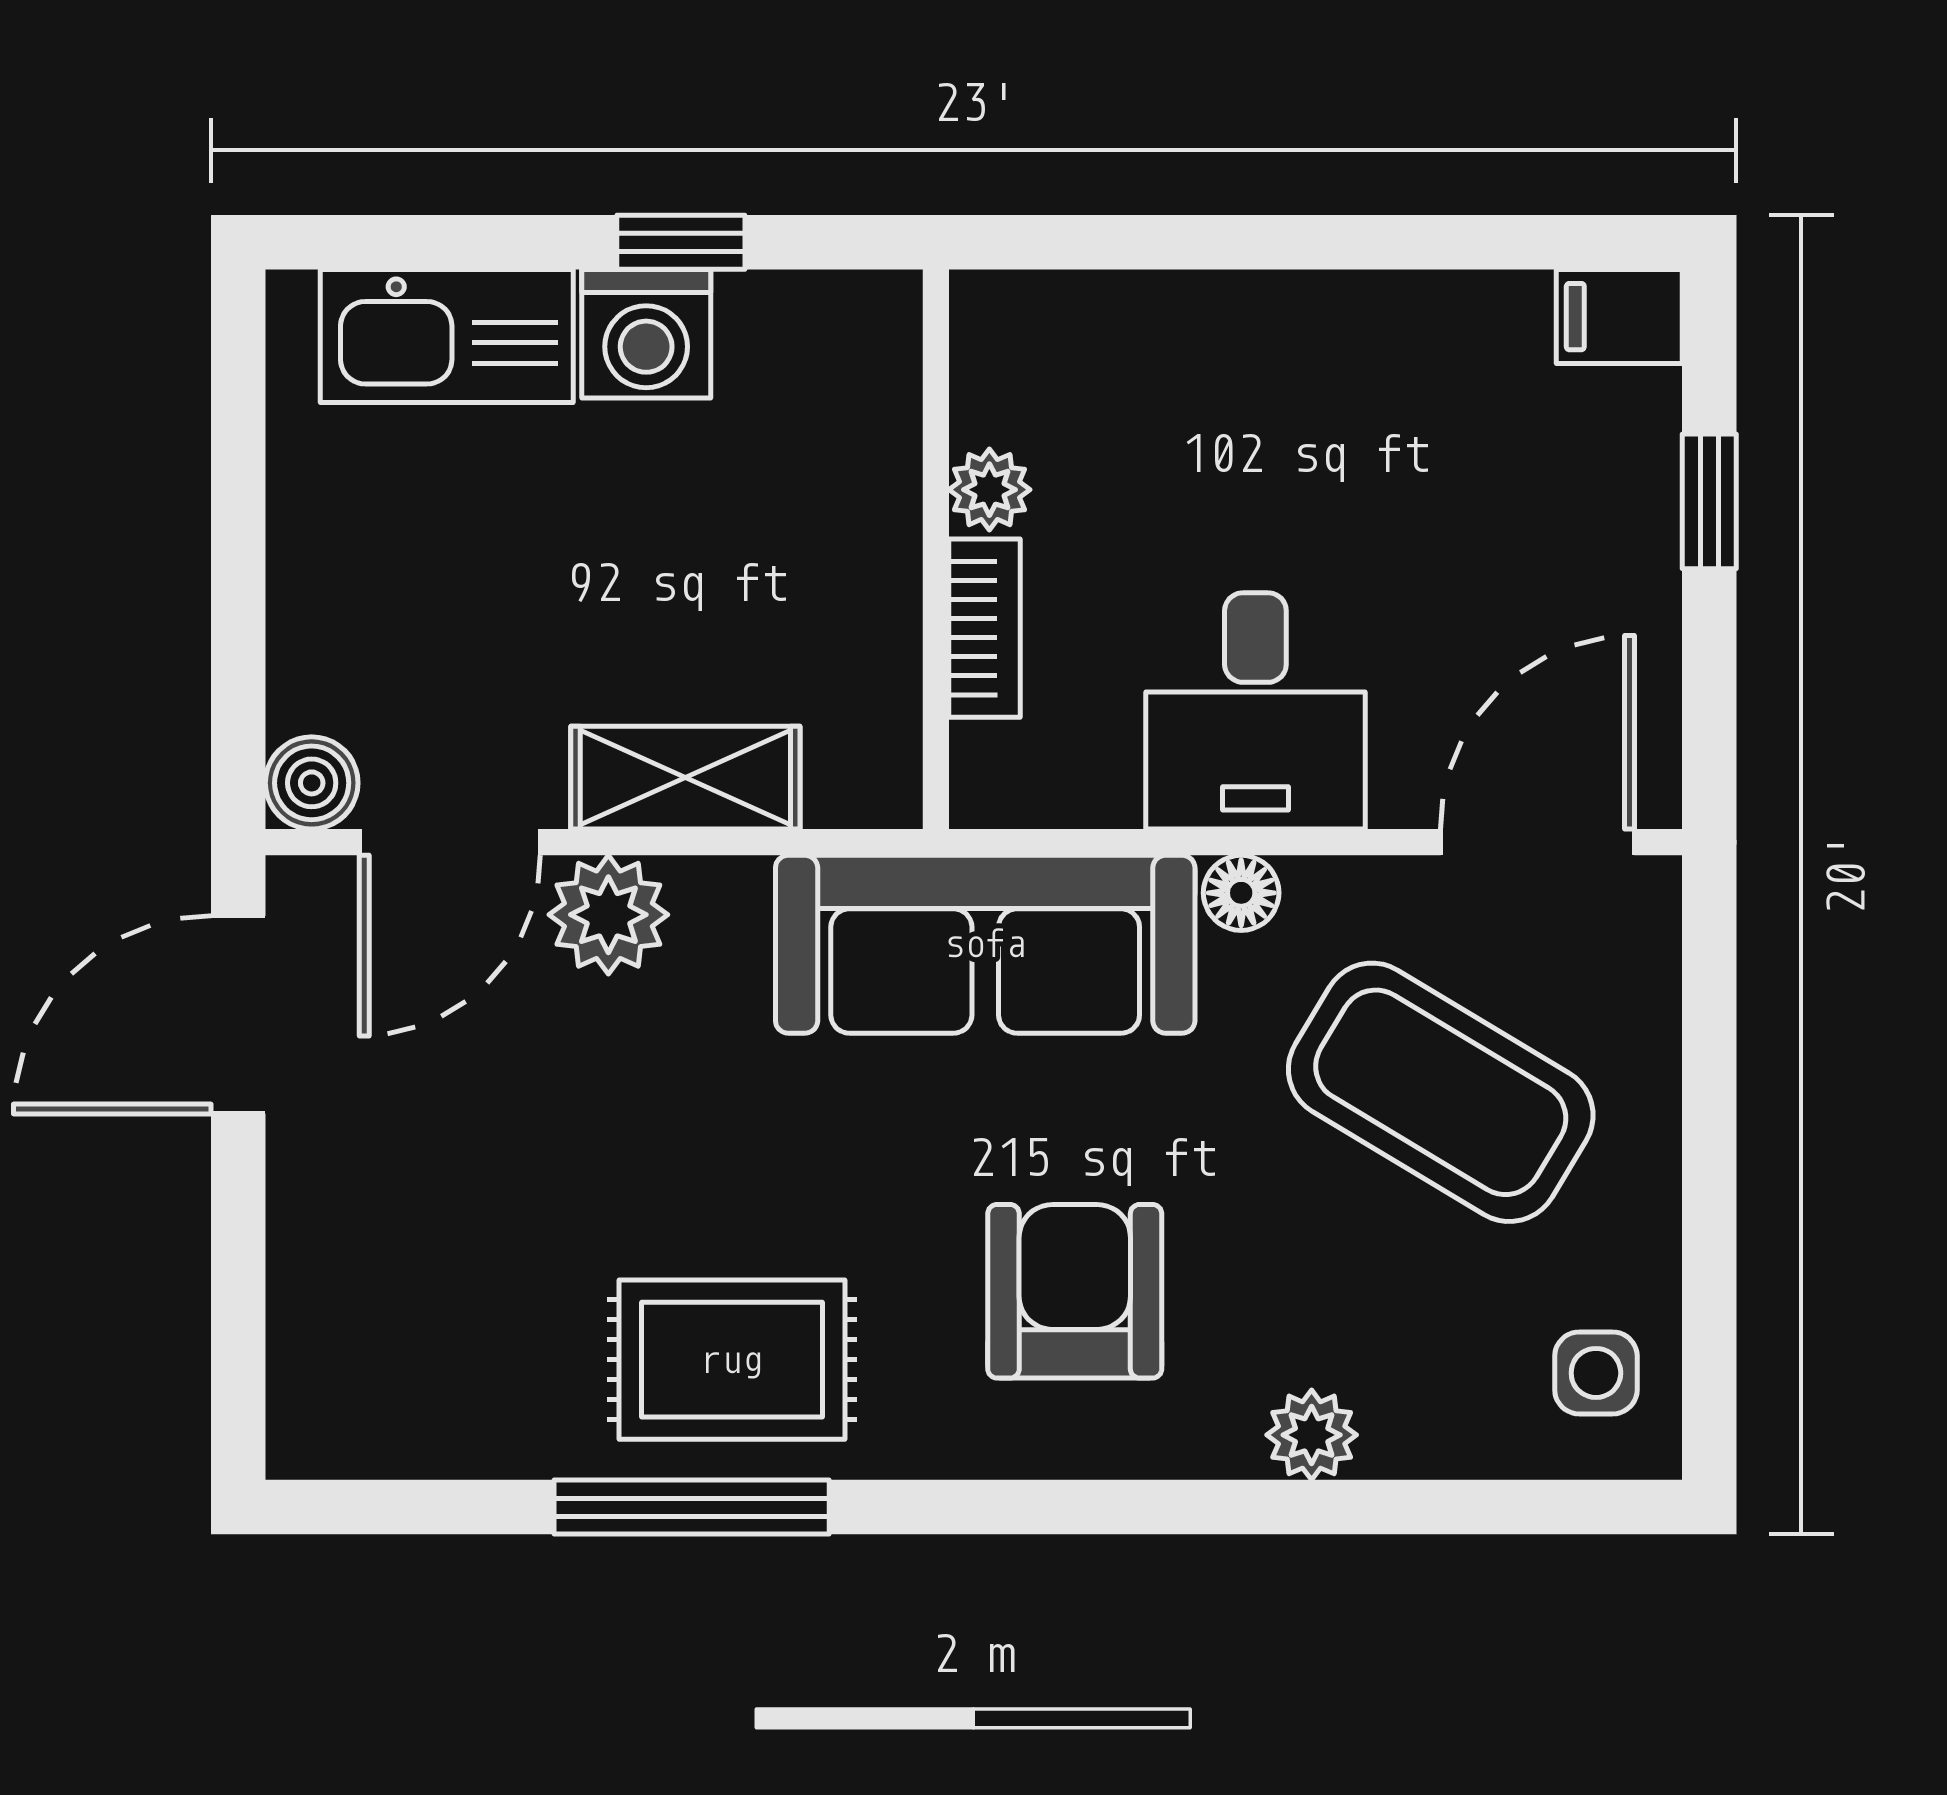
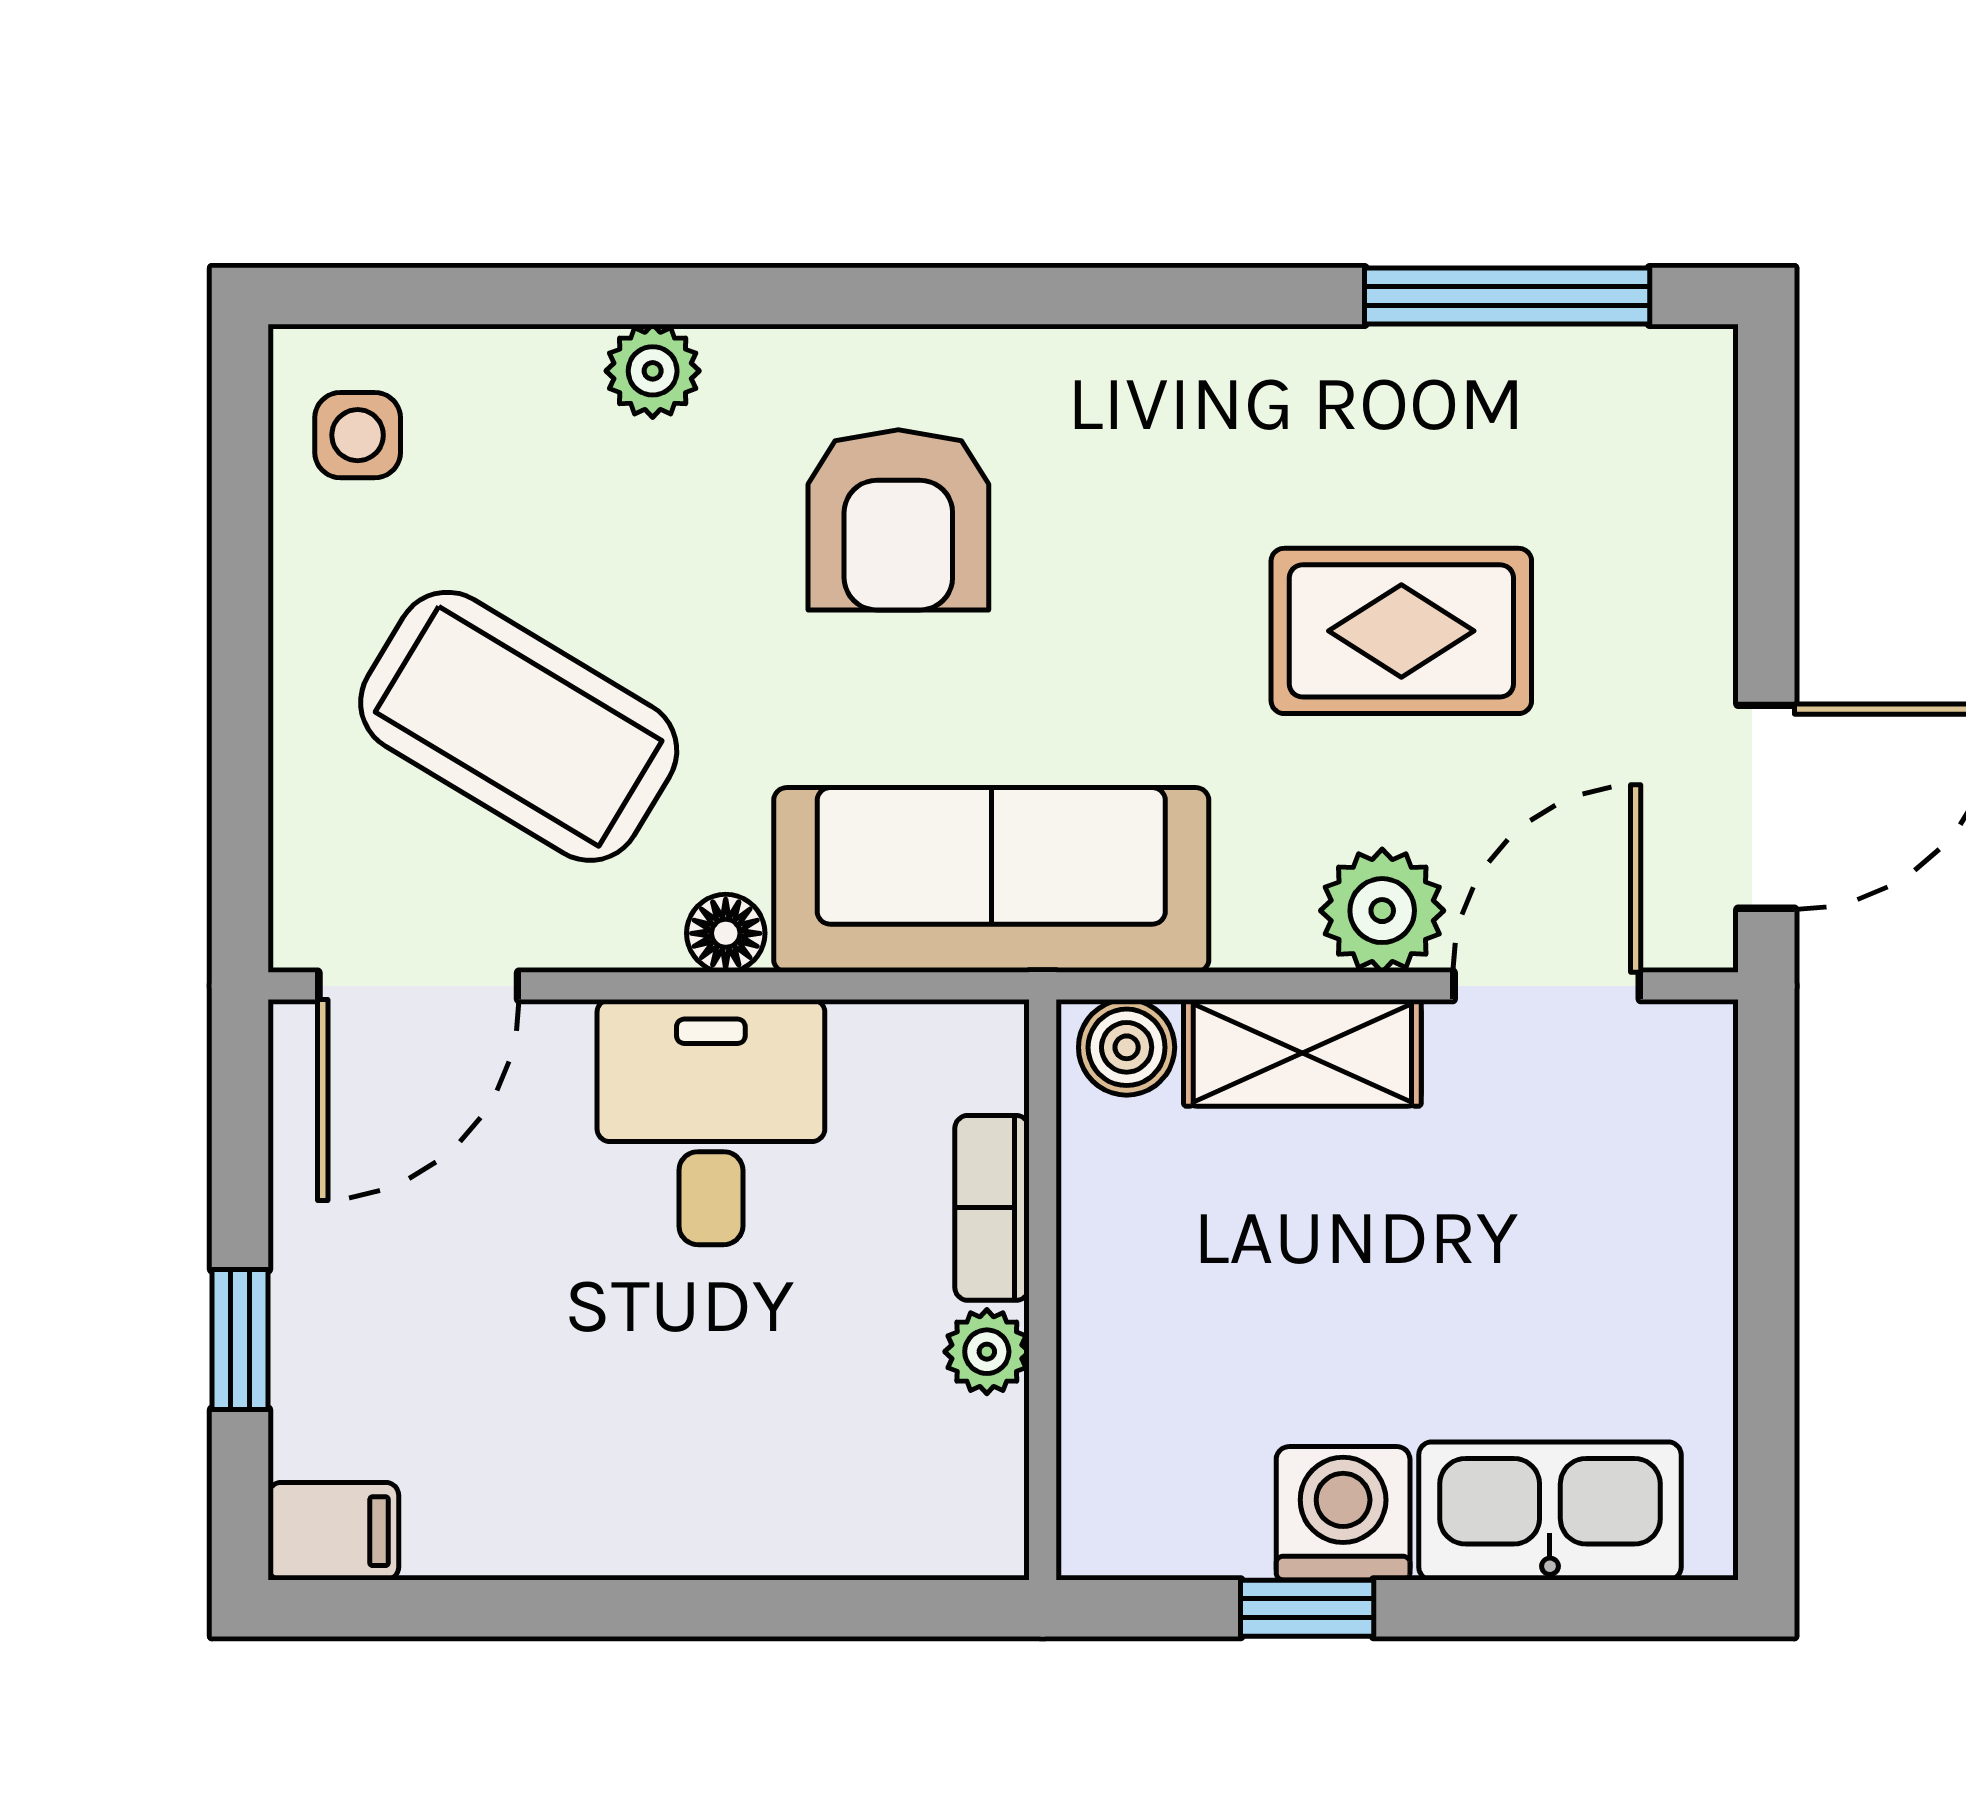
boiler: (312, 783) -> (1127, 1047), moved
rug: (732, 1360) -> (1401, 631), moved
window: (692, 1507) -> (1507, 296), moved

